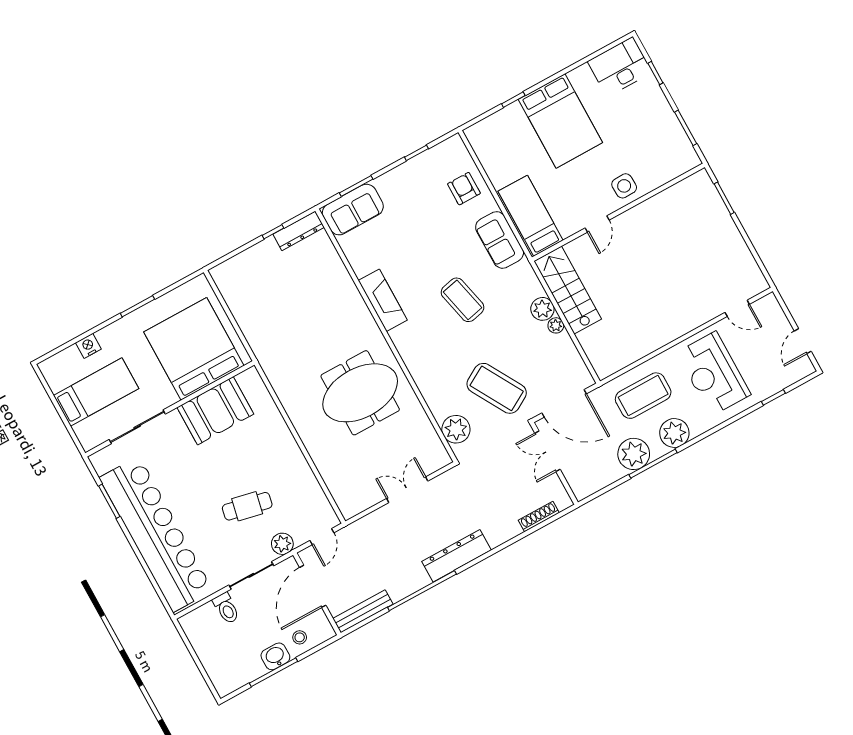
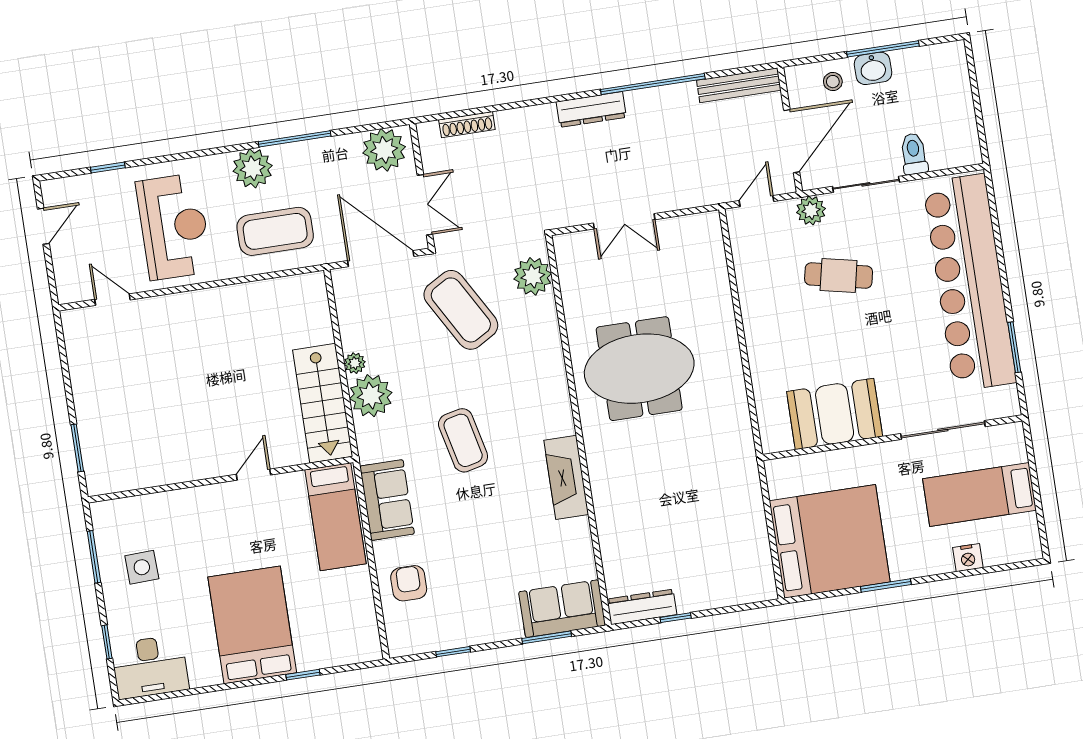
side table: (624, 186) -> (142, 567), moved
armchair: (464, 189) -> (409, 583), turned 180
plant: (542, 309) -> (371, 396), width x1.36, depth x1.36
bed: (194, 349) -> (830, 541), moved, turned -90
plant: (634, 454) -> (384, 150), moved
dresser: (457, 556) -> (591, 110), width x0.73, depth x0.80

